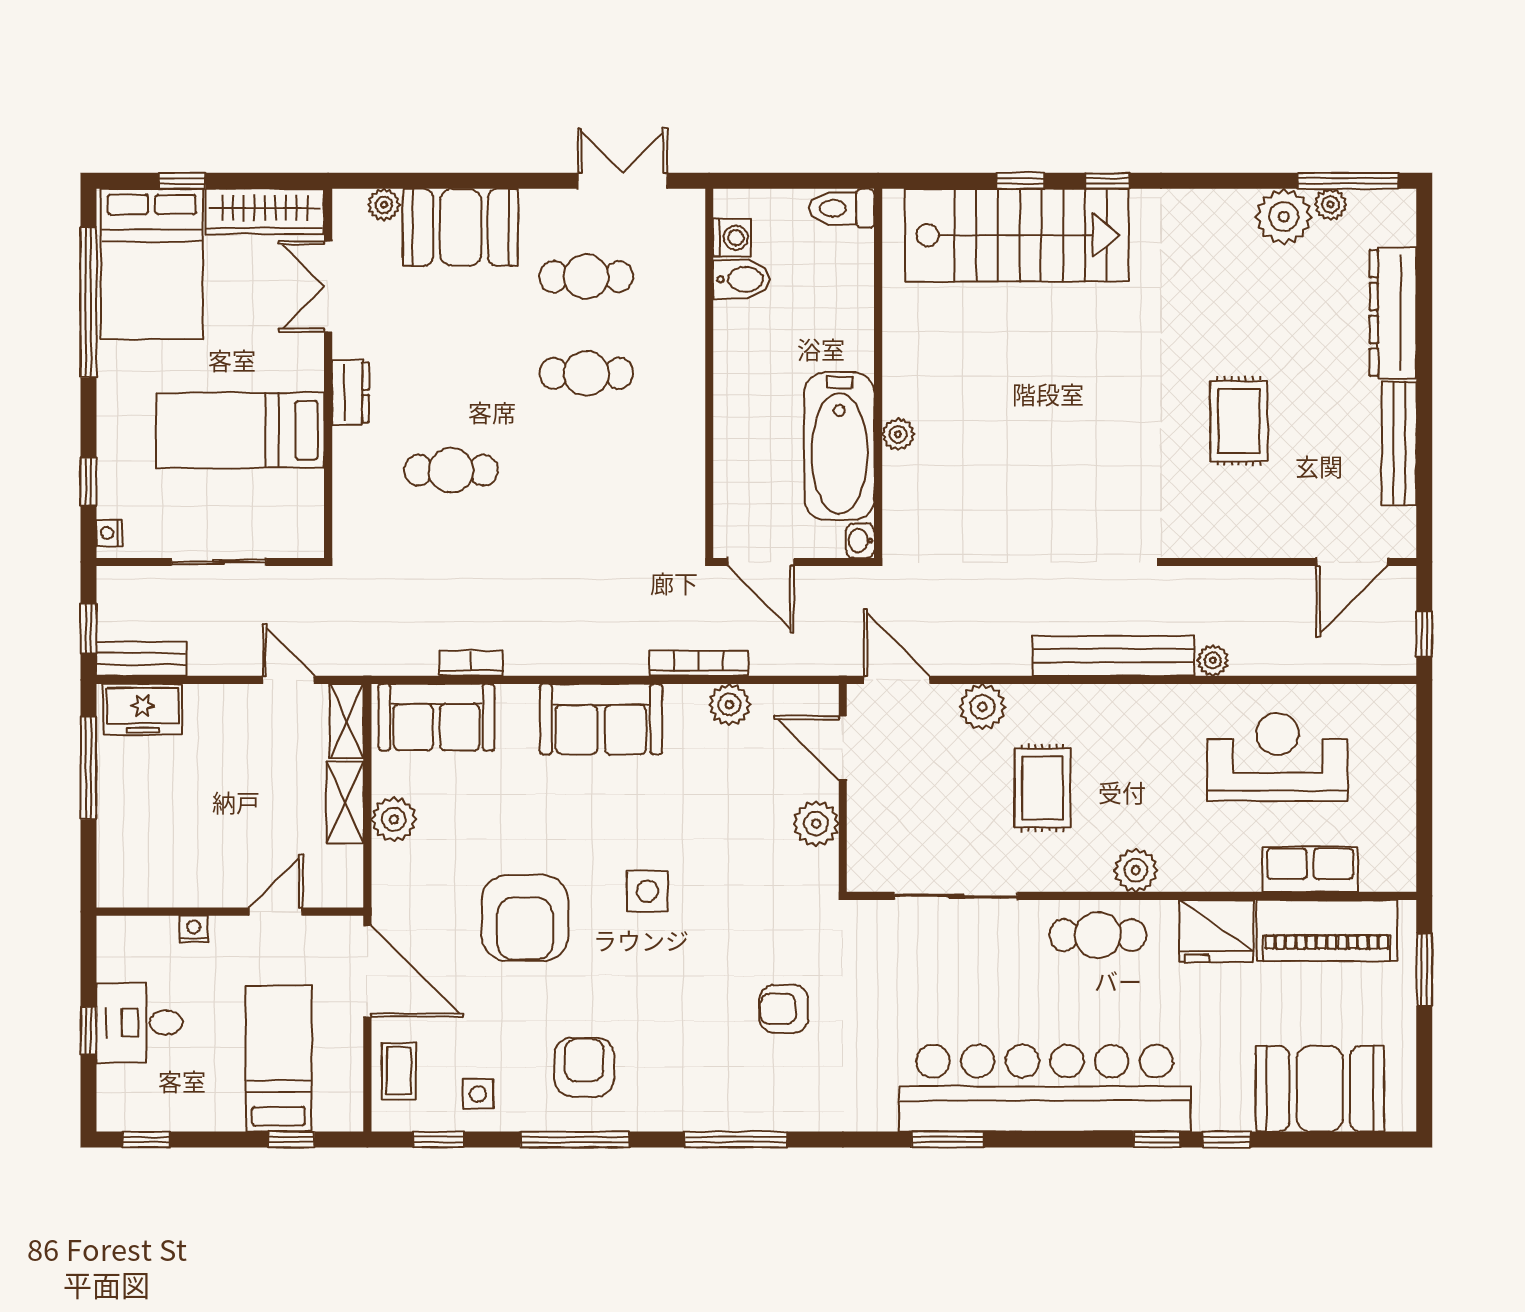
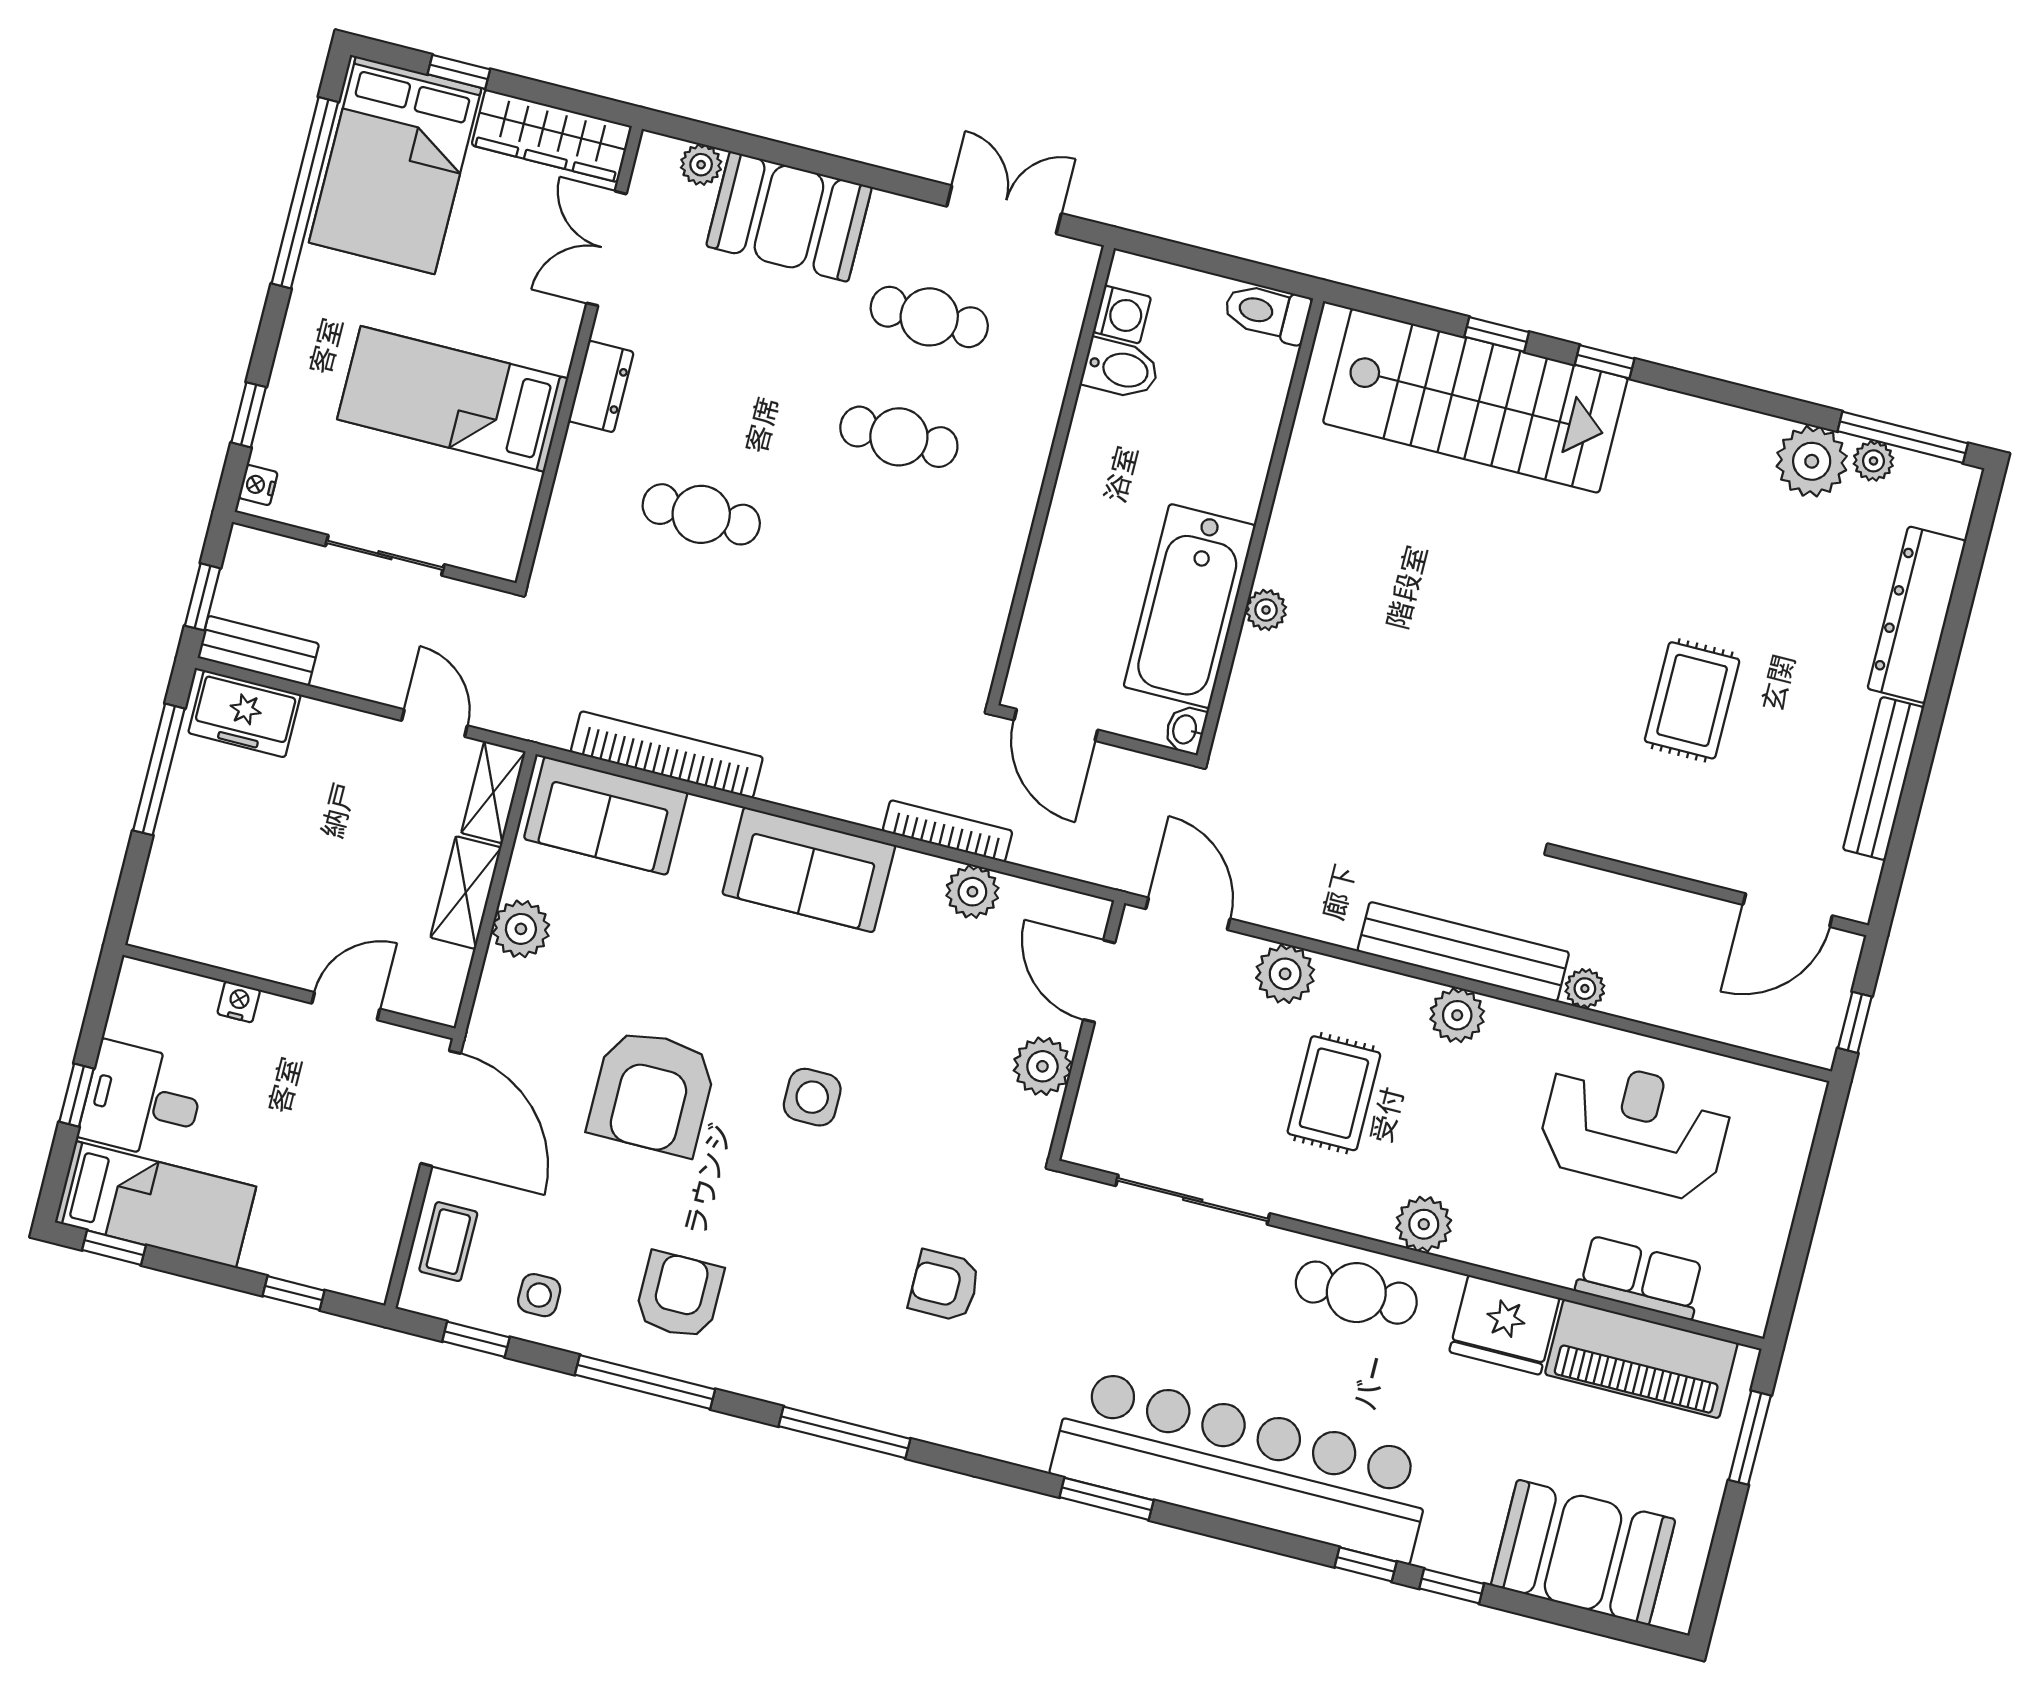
bookcase: (471, 663) -> (667, 755), width x2.31, depth x1.31
plant: (1121, 705) -> (1457, 1015), added
bed: (279, 1059) -> (156, 1204), moved, turned 90

